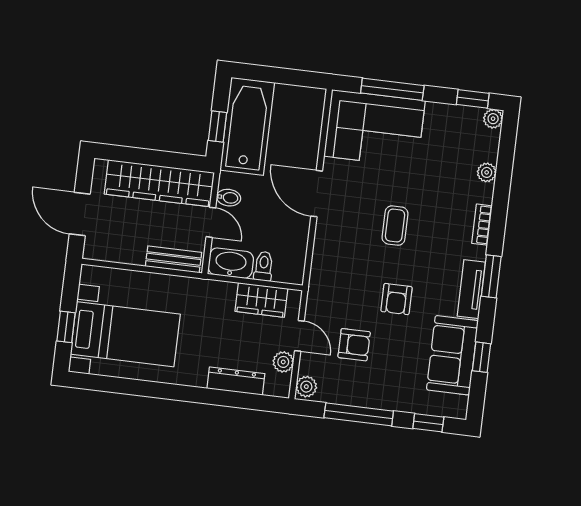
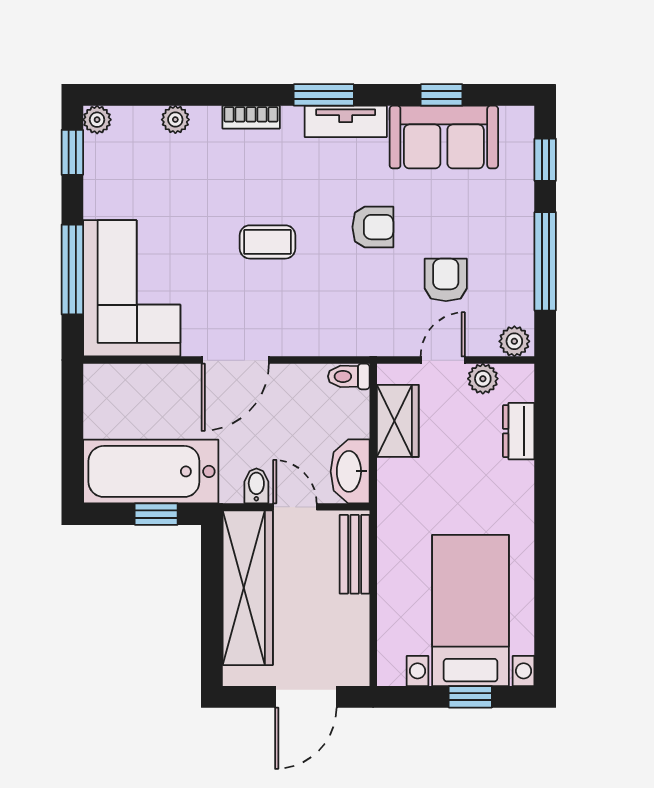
door: (211, 222) -> (295, 507), hinge flipped
toilet: (264, 266) -> (349, 376), moved
dresser: (236, 381) -> (519, 431), width x0.70

